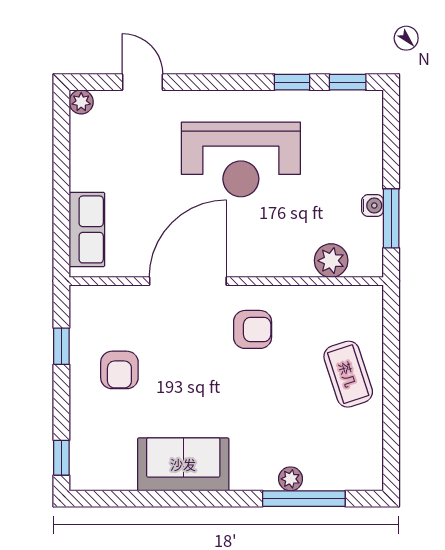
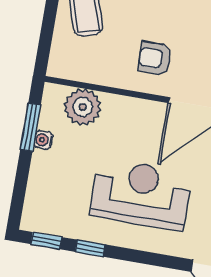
plant: (331, 261) -> (83, 107), width x1.36, depth x1.36

